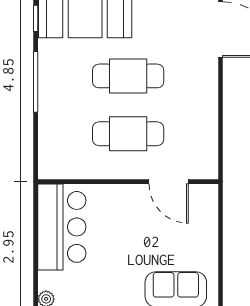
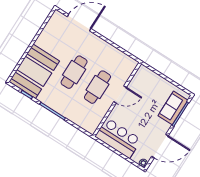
door: (169, 182) -> (120, 95), moved

